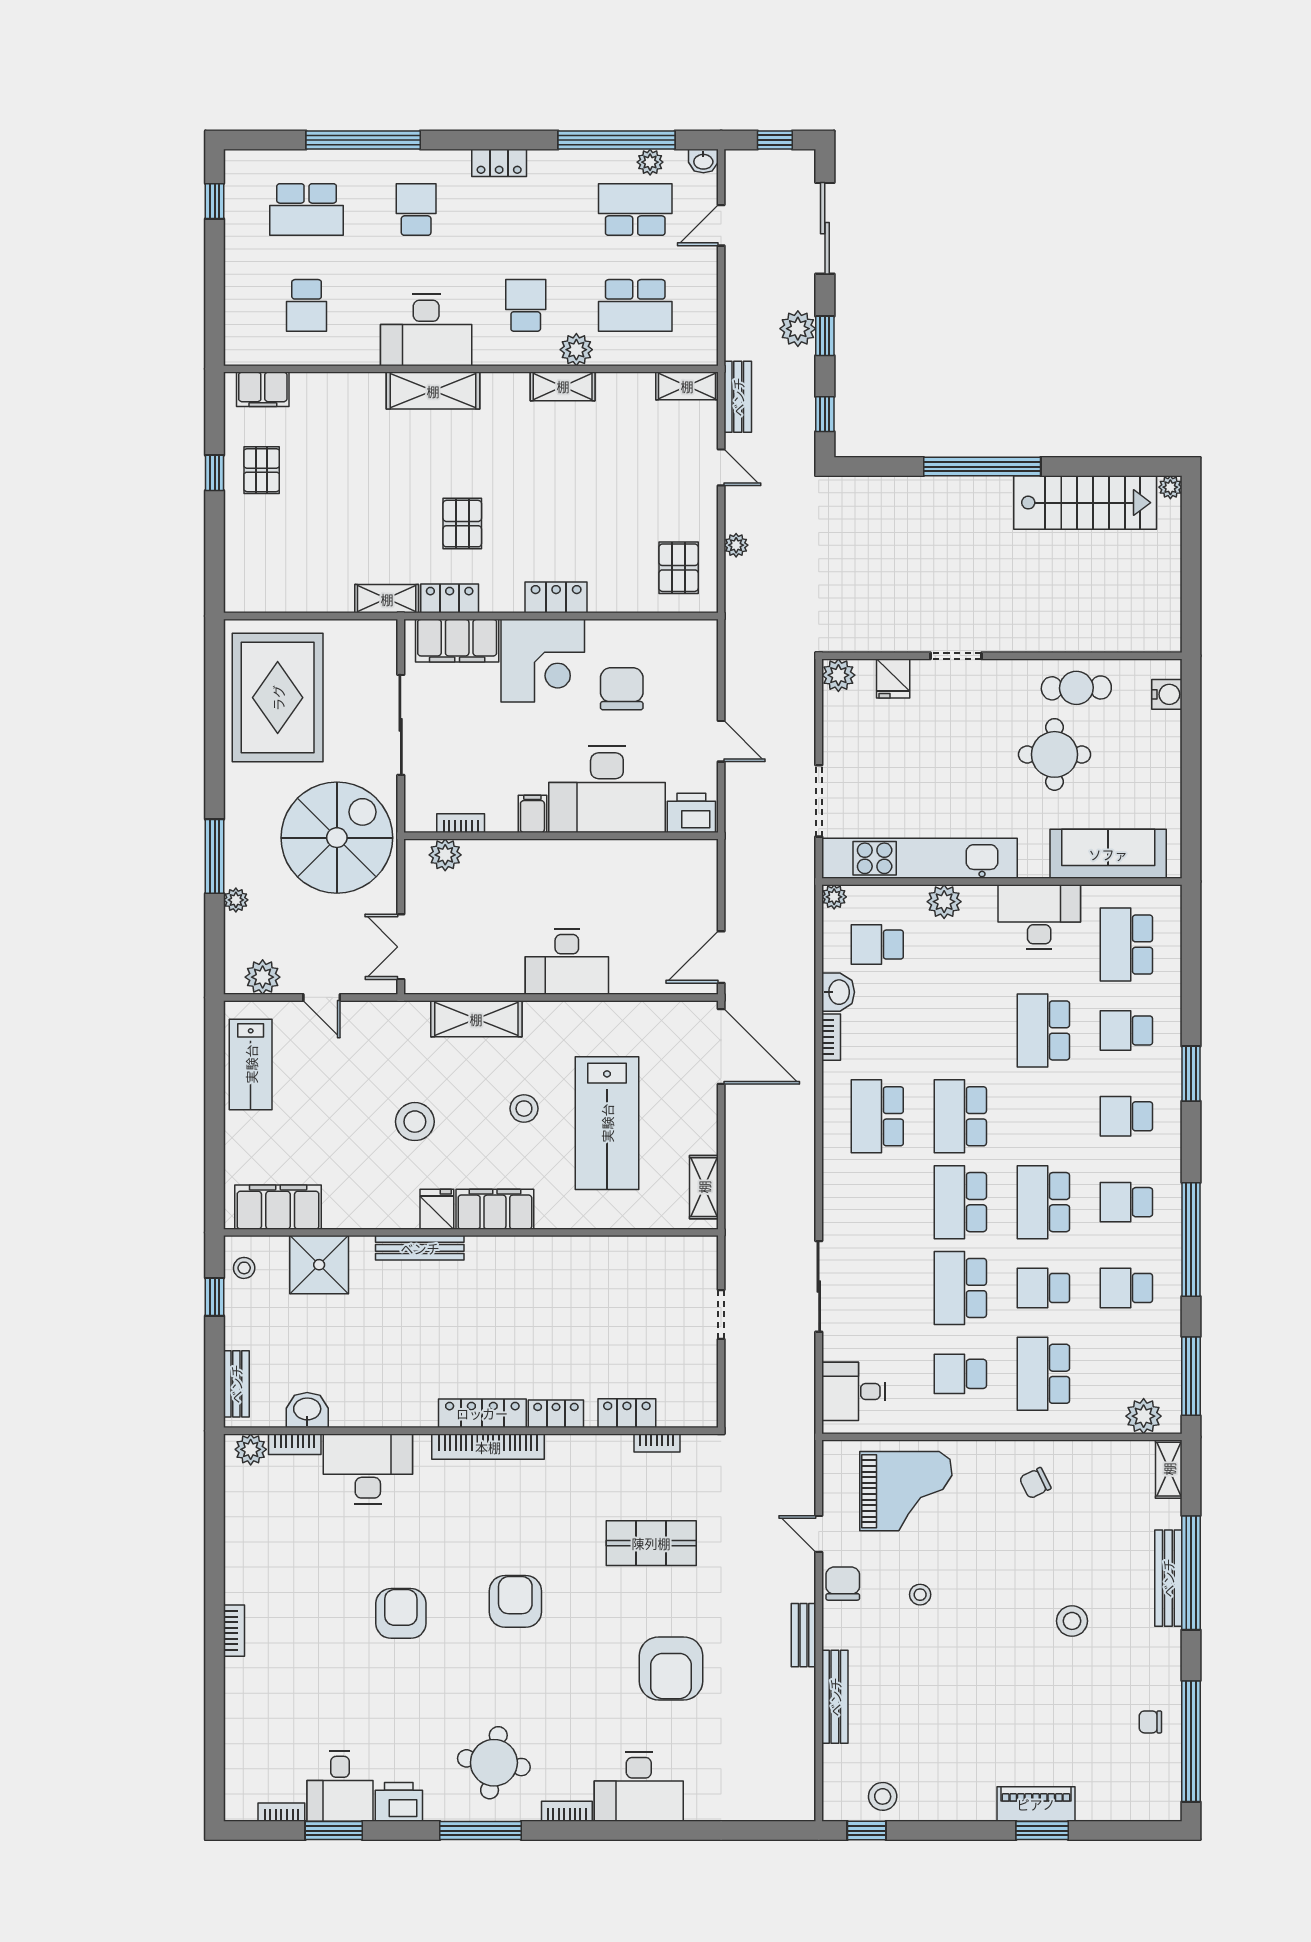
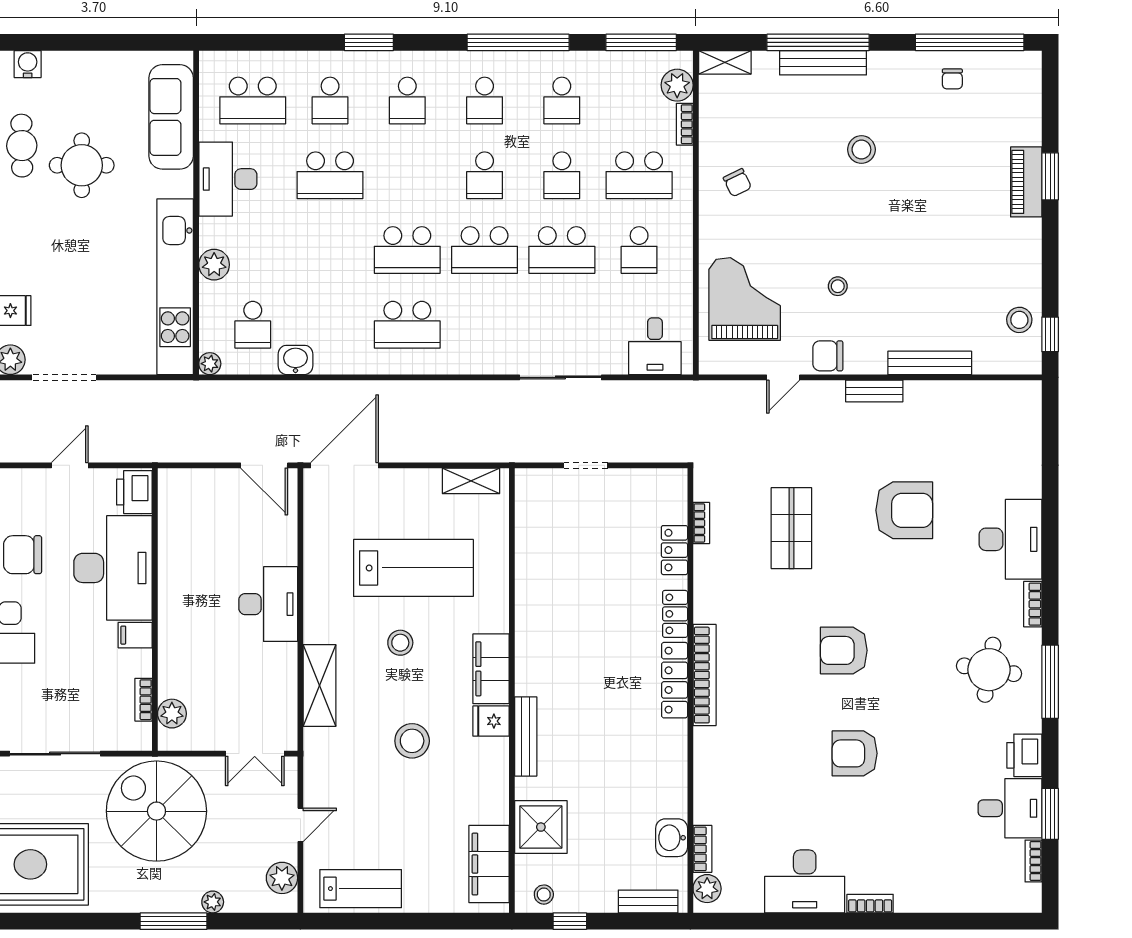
doorway: (819, 801) -> (64, 377), moved
bookcase: (831, 1037) -> (685, 124), moved, turned -90
school desk: (1043, 1202) -> (485, 175), width x0.54
desk: (368, 1469) -> (805, 881), moved, turned -90

